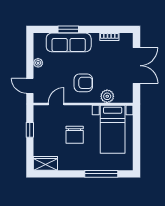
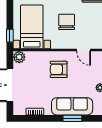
plant: (107, 96) -> (19, 57), moved
door: (56, 104) -> (84, 50), hinge flipped
window: (136, 120) -> (10, 36), added

